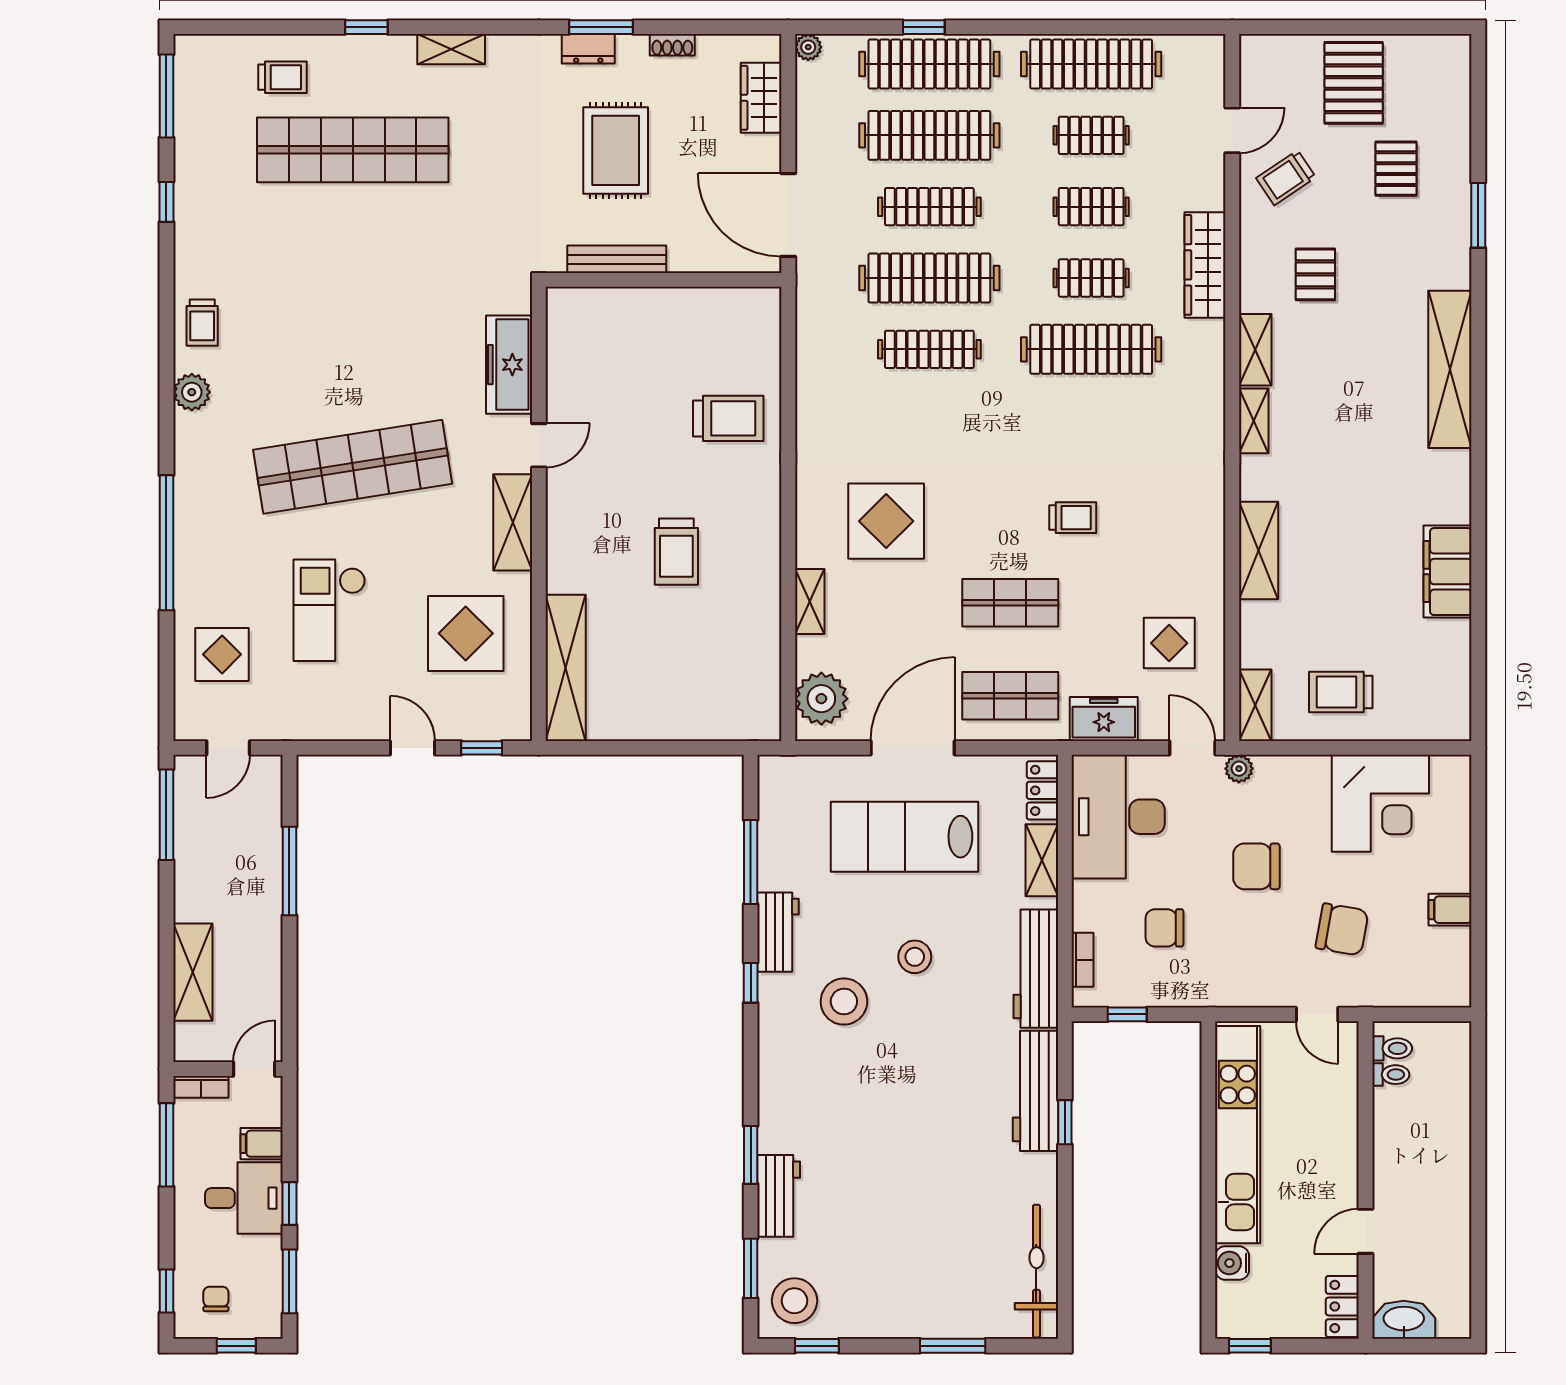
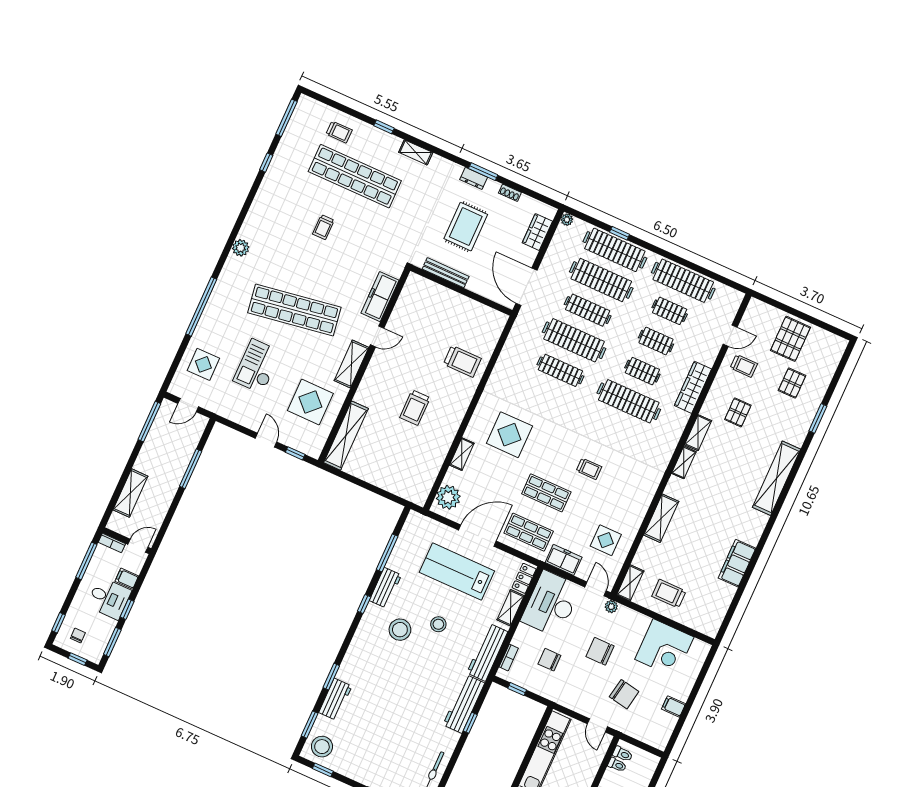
trolley: (1286, 178) -> (744, 366), turned -146
trolley: (202, 323) -> (323, 227), moved

